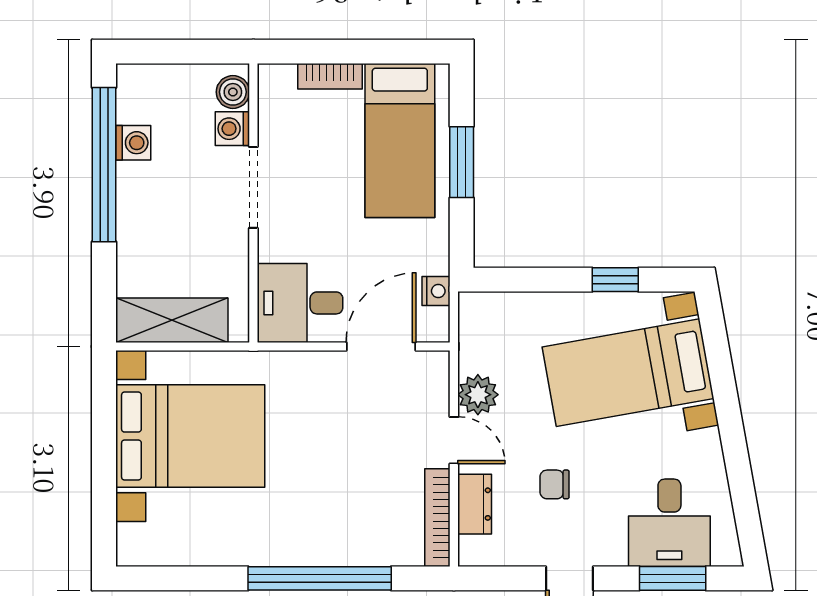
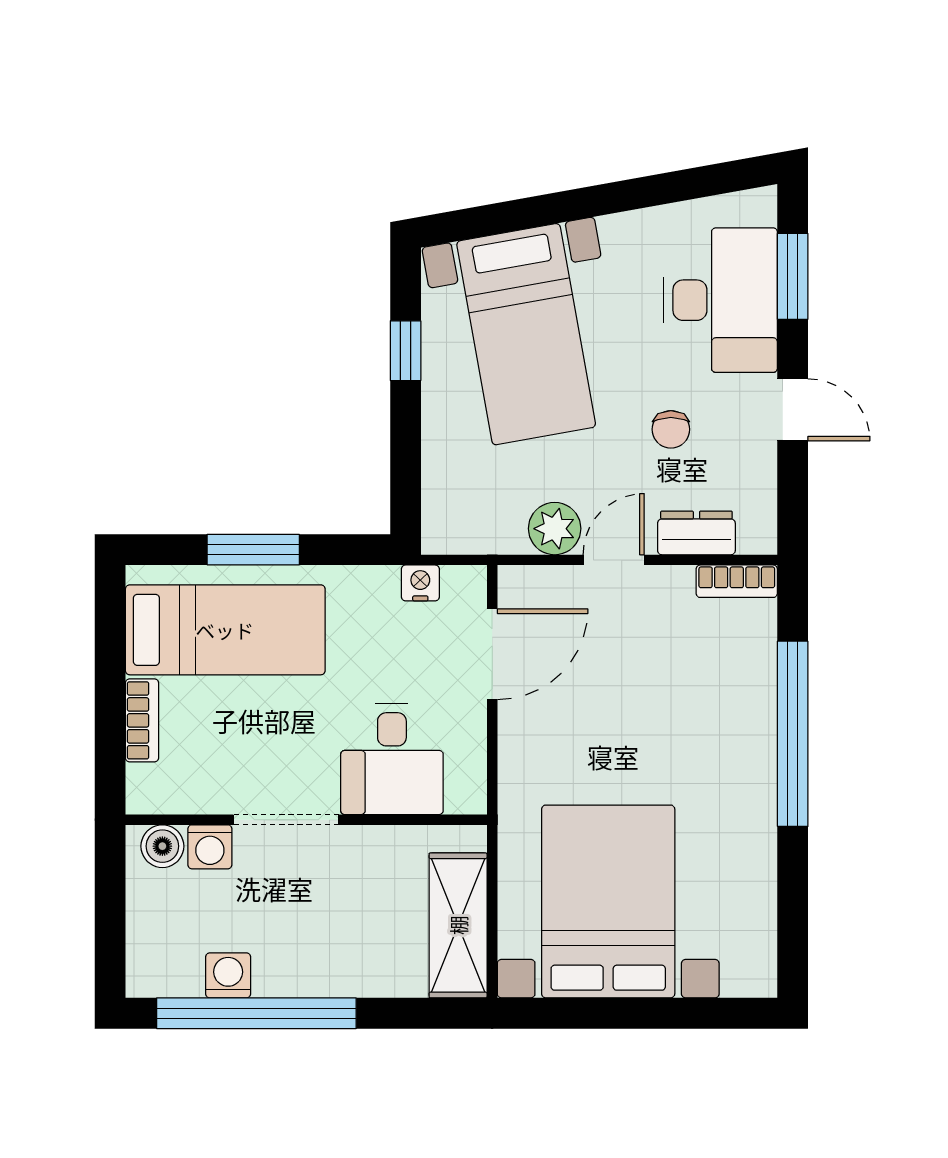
desk: (300, 303) -> (392, 759), moved
door: (381, 346) -> (492, 654), swing flipped
bookcase: (437, 518) -> (737, 581), width x0.64
desk: (669, 523) -> (721, 300), width x1.37

